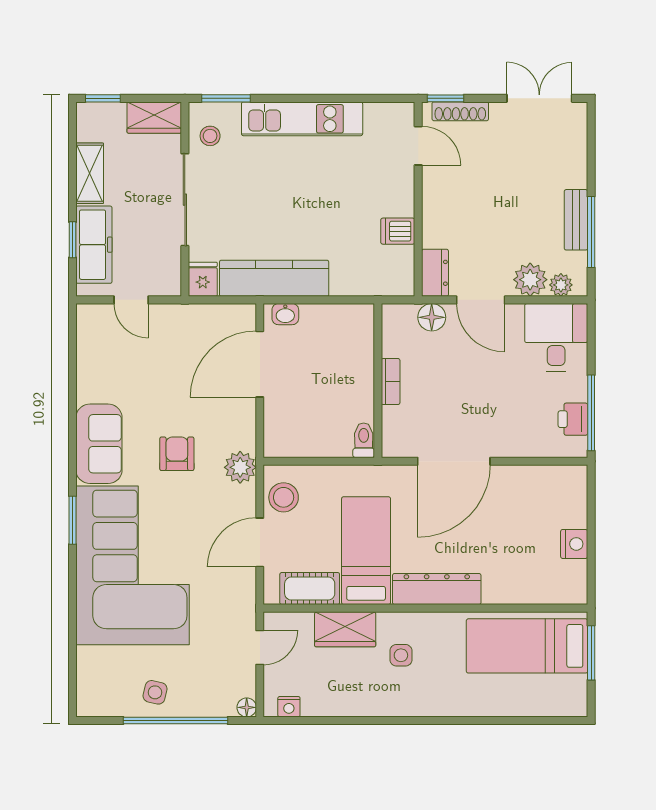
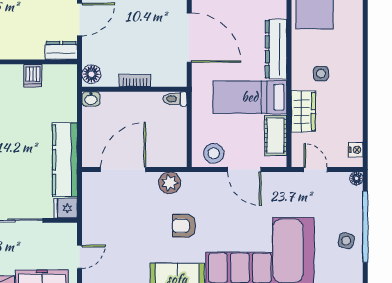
washbasin: (285, 314) -> (91, 99), moved, turned 90
floor lamp: (432, 317) -> (91, 74), moved
door: (260, 364) -> (123, 169), swing flipped
plant: (240, 467) -> (170, 183), moved

